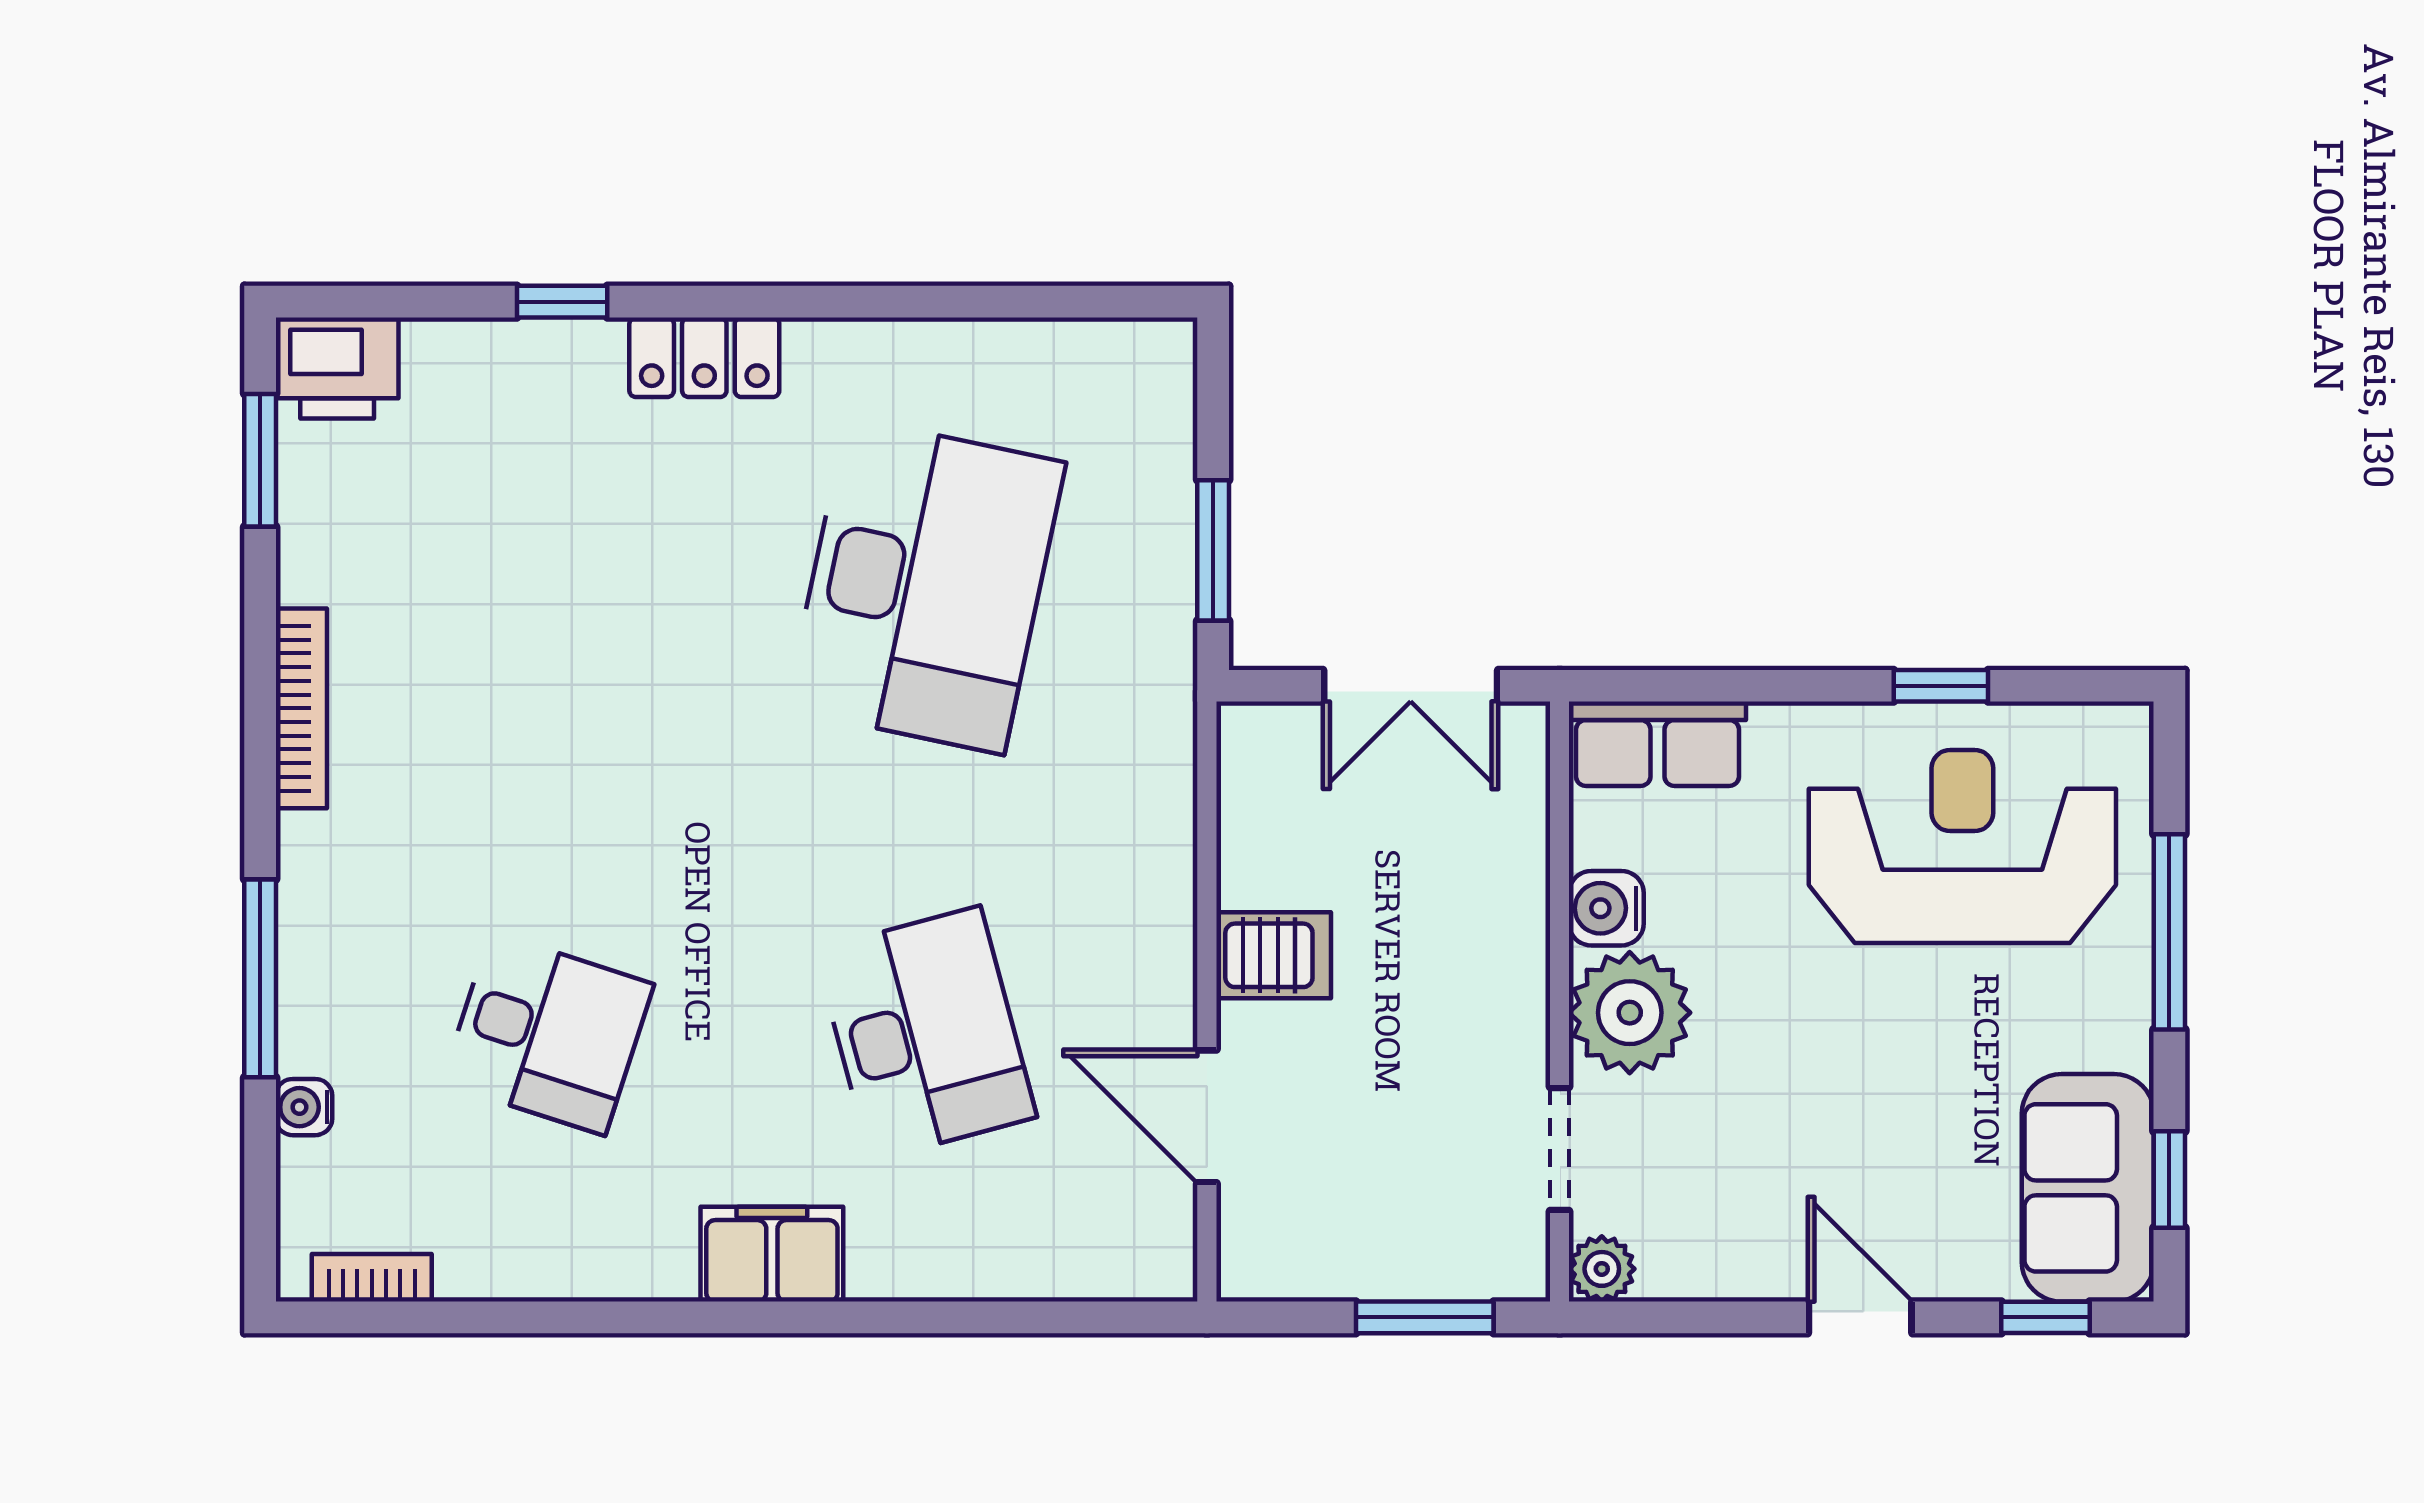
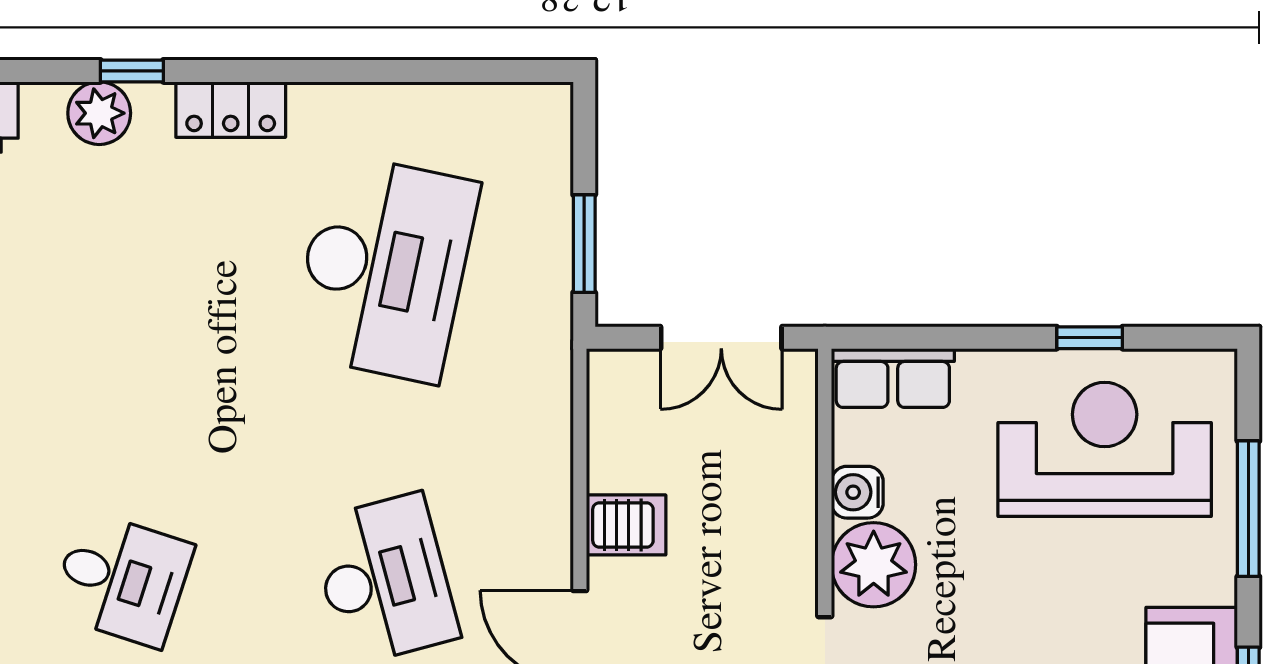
plant: (515, 363) -> (99, 113), added

